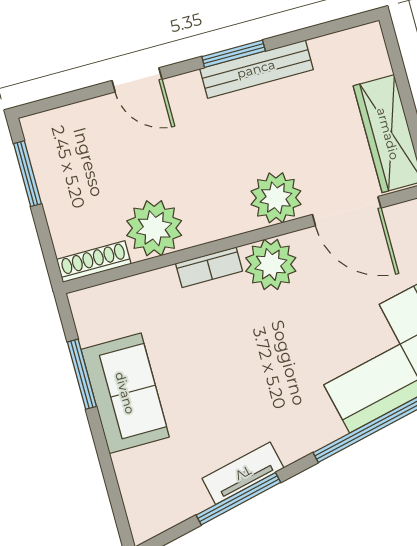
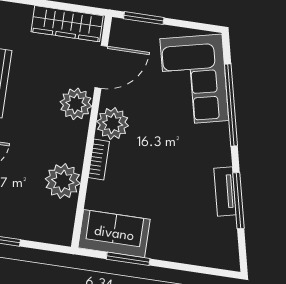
shoe rack: (94, 262) -> (67, 224), removed
sofa: (125, 393) -> (114, 234), moved

